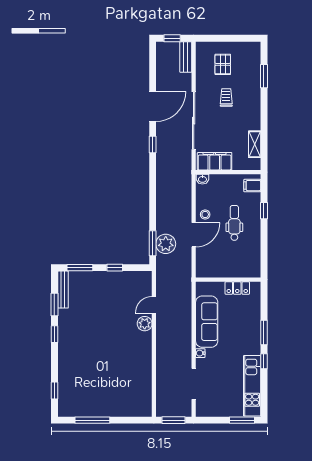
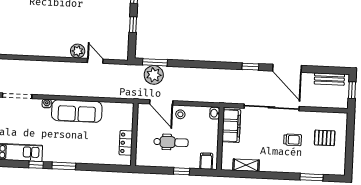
bench: (186, 57) -> (329, 79), moved
wall: (228, 280) -> (134, 134), moved
locker: (237, 288) -> (126, 143), moved

